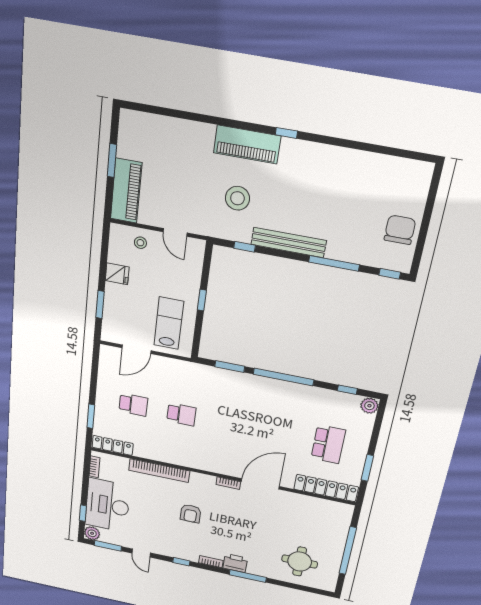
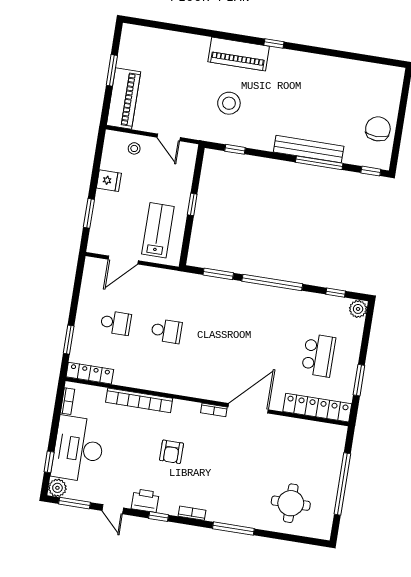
bench: (289, 242) -> (309, 149), moved
printer: (235, 563) -> (145, 501), moved

